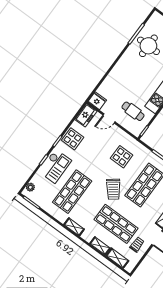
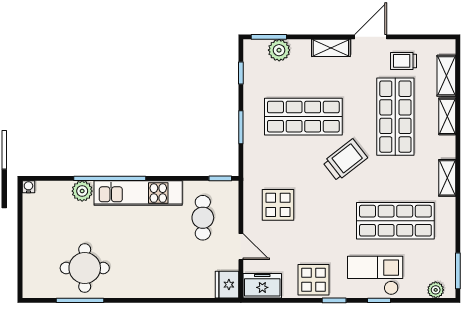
display table: (122, 157) -> (278, 205), moved

